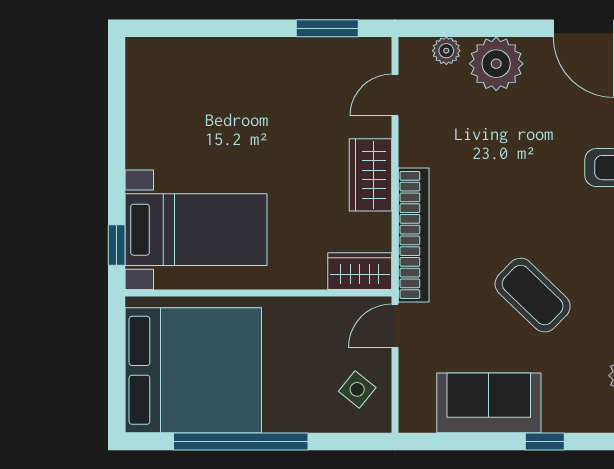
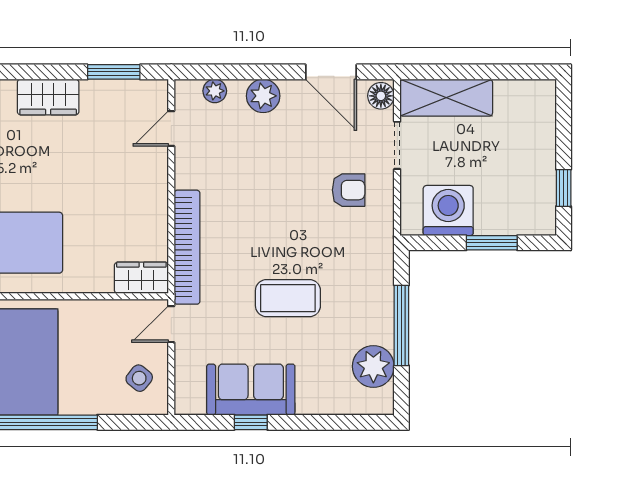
plant: (496, 64) -> (263, 96), width x0.73, depth x0.73
wardrobe: (370, 175) -> (48, 97), moved, turned -90
coffee table: (533, 295) -> (288, 298), turned -44
window: (545, 441) -> (251, 422), moved

